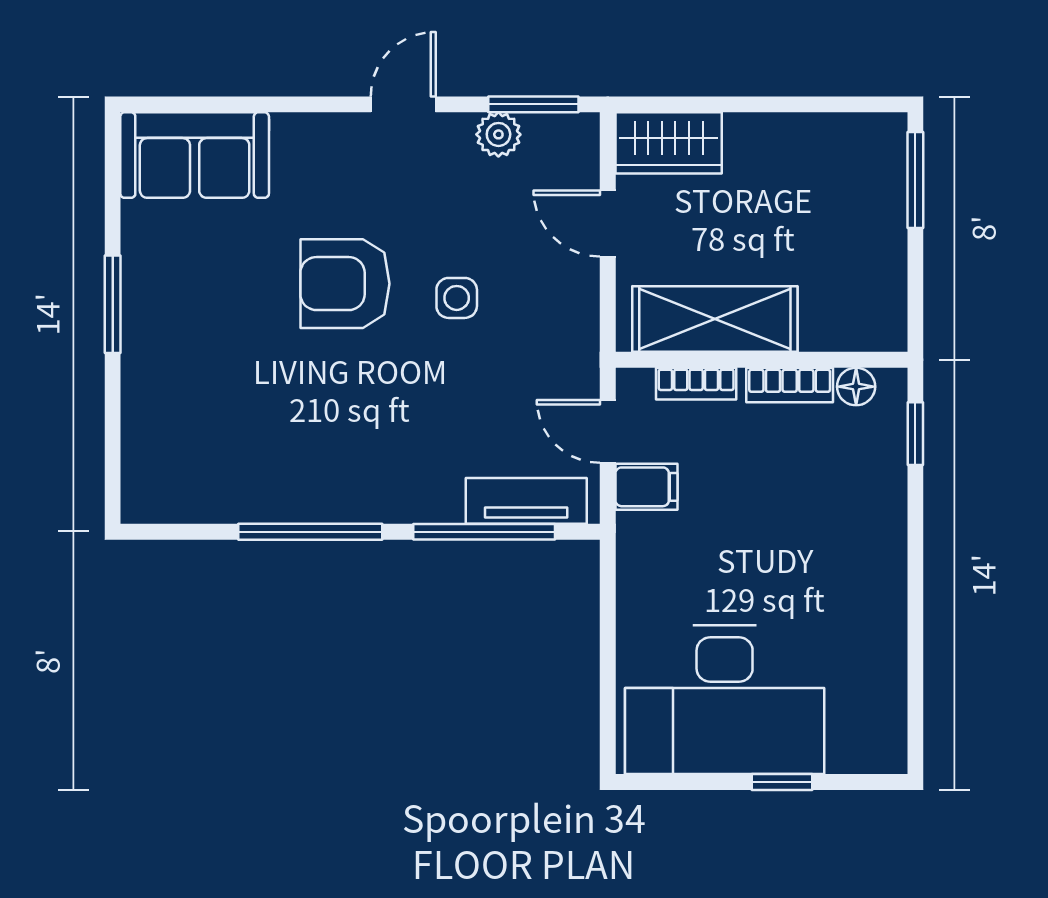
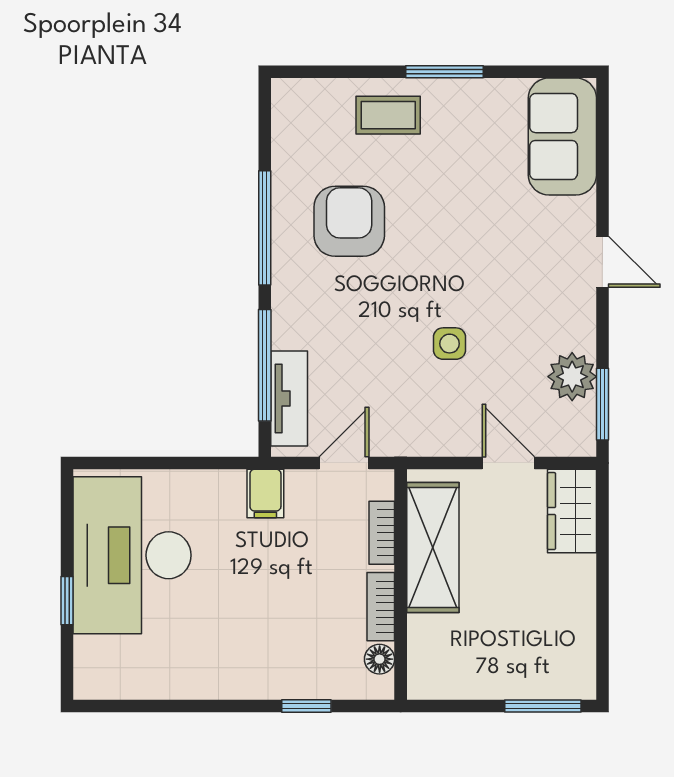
door: (403, 104) -> (602, 262), moved
plant: (498, 134) -> (572, 377), width x1.38, depth x1.38
door: (608, 224) -> (508, 463), hinge flipped
armchair: (345, 284) -> (349, 221), moved
coffee table: (168, 376) -> (388, 115), added
window: (915, 434) -> (306, 706), moved
filing cabinet: (646, 487) -> (265, 494), moved

